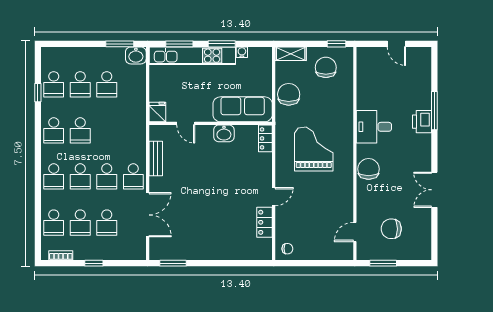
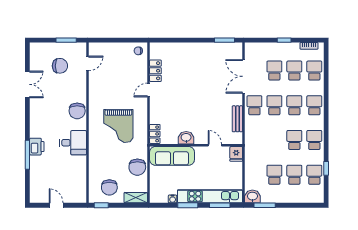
double door: (434, 190) -> (27, 84), moved

